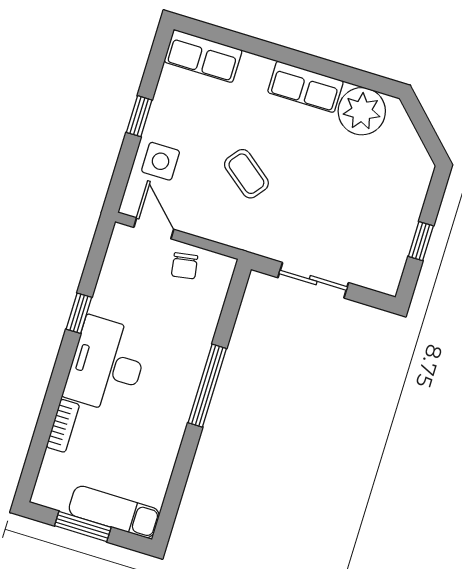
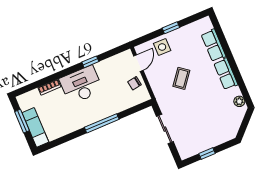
row of seats: (203, 56) -> (213, 45), moved
plant: (362, 111) -> (239, 101), width x0.53, depth x0.53

